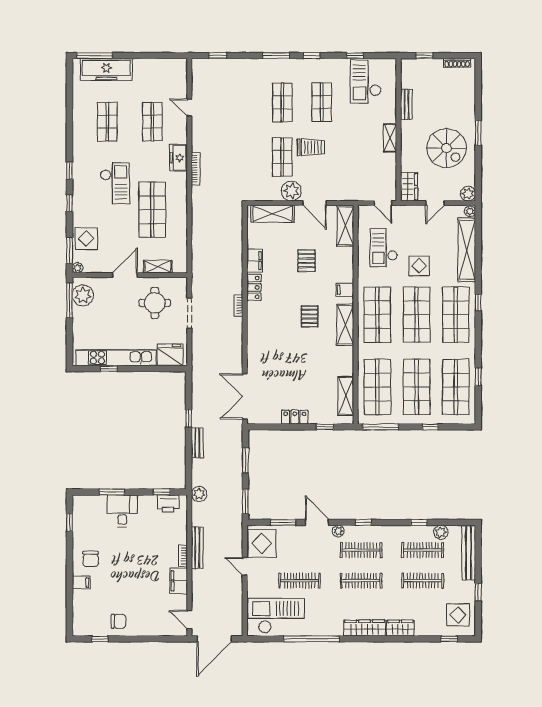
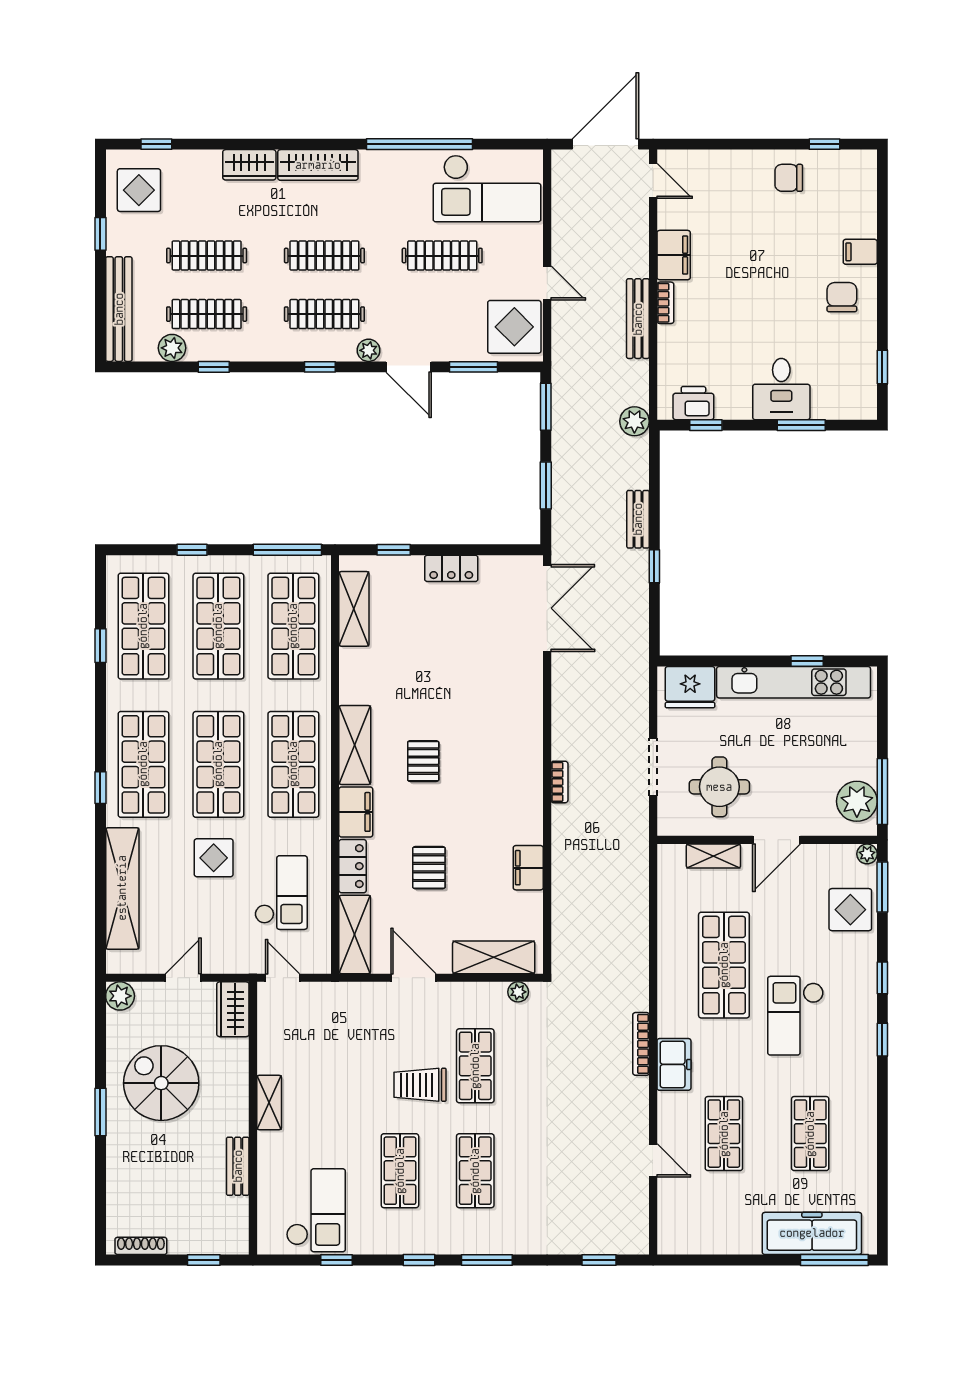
plant: (291, 191) -> (518, 992), moved, width x0.53, depth x0.53
plant: (470, 211) -> (116, 962), removed
locker: (254, 287) -> (353, 866), moved, turned 180
filing cabinet: (345, 290) -> (356, 812), width x2.00

